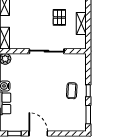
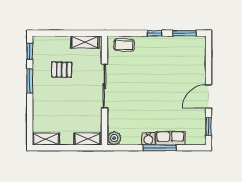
shelving: (81, 24) -> (85, 42), moved
coffee table: (72, 91) -> (124, 45), moved

